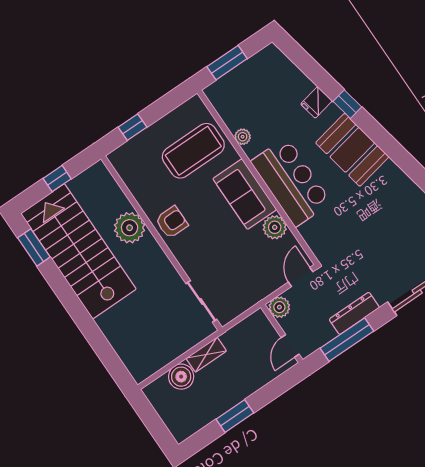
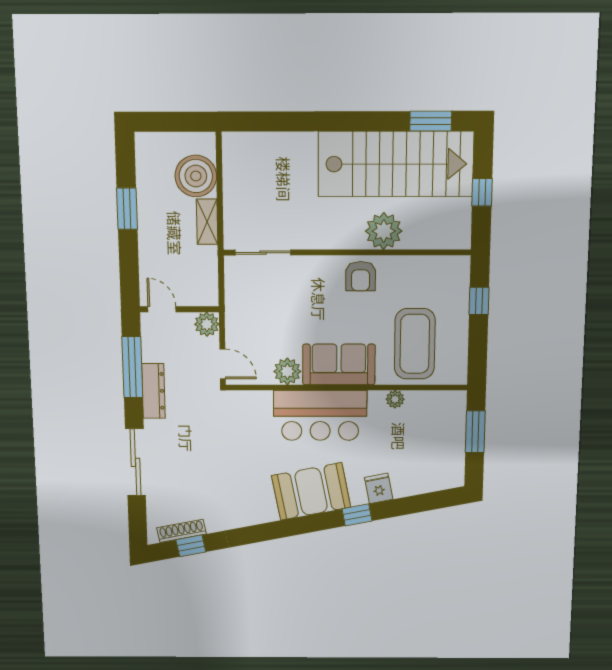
boiler: (181, 377) -> (196, 176), width x1.37, depth x1.37

